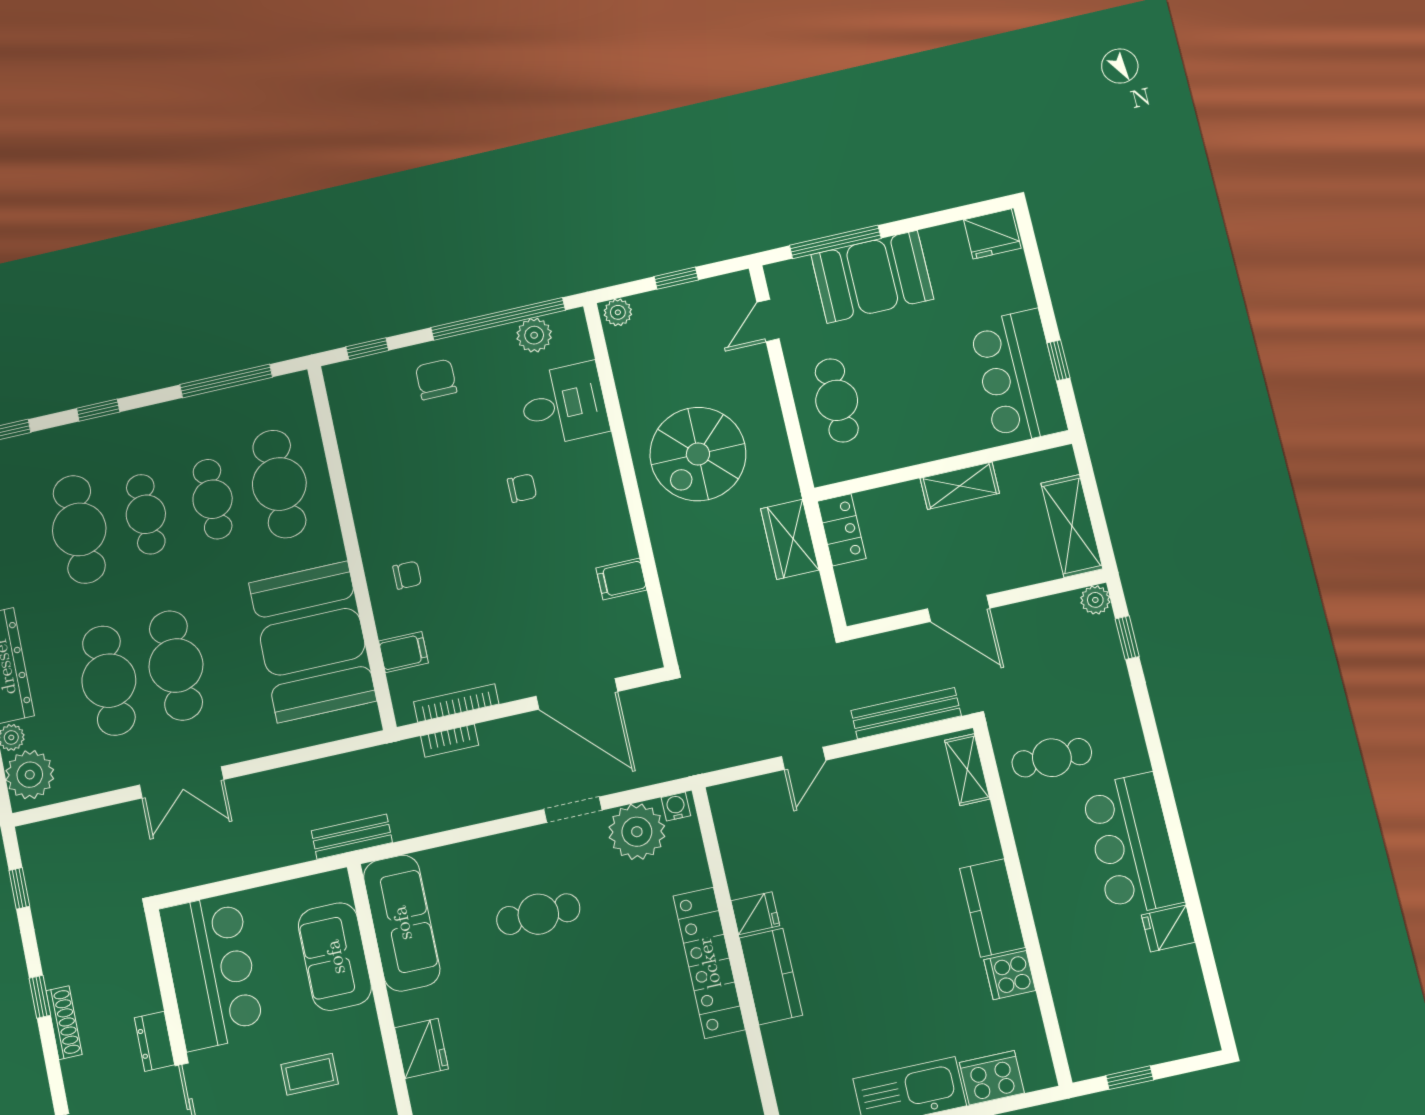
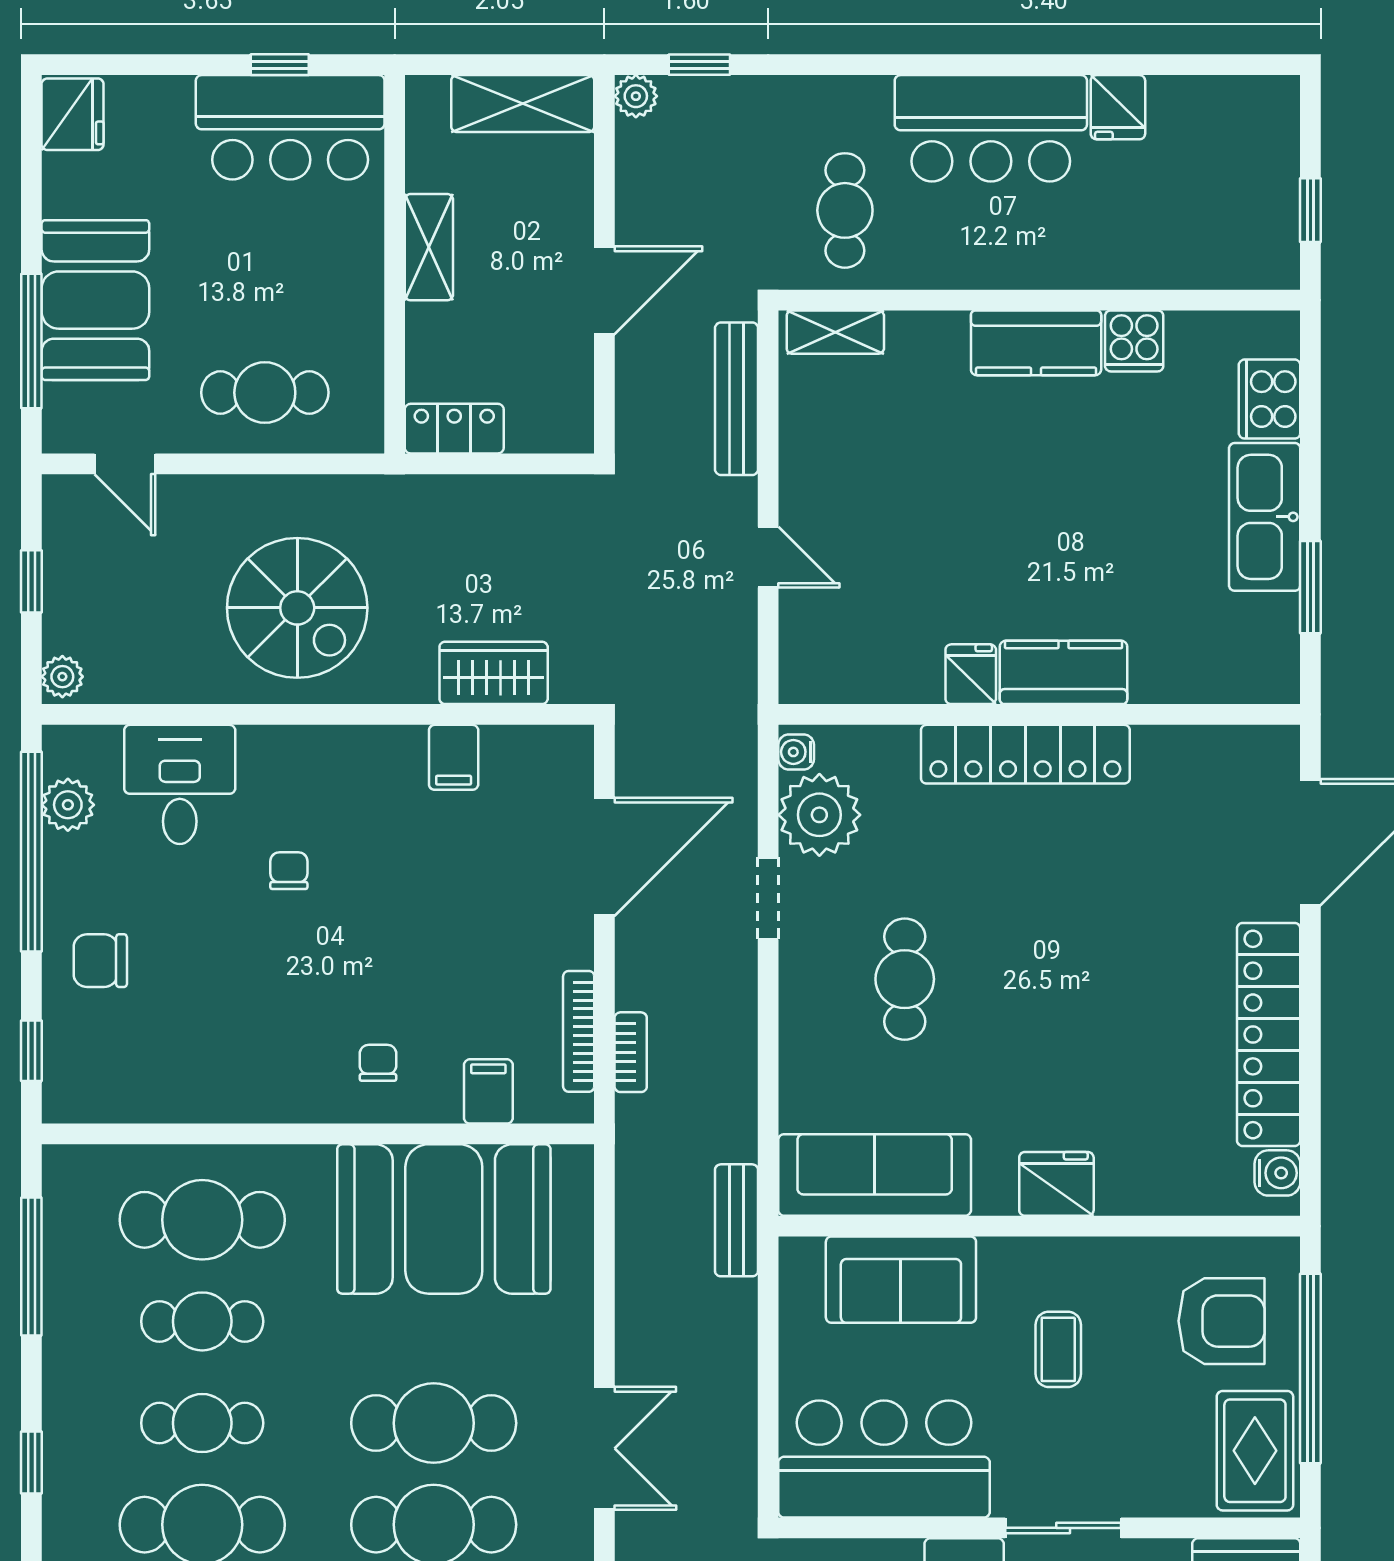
wardrobe: (790, 539) -> (494, 673), moved, turned 180

